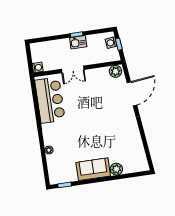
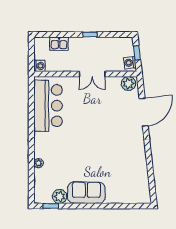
kitchen sink: (78, 42) -> (59, 44), moved
washing machine: (111, 43) -> (130, 63), moved
double door: (73, 69) -> (92, 74), moved
plant: (116, 169) -> (60, 196), moved

